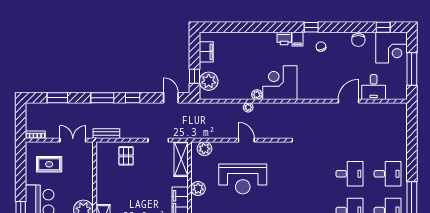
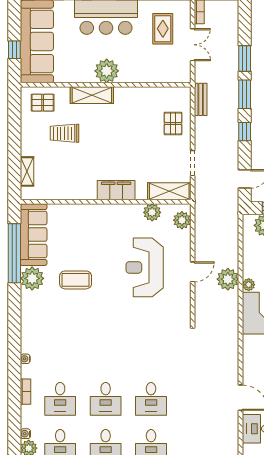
window: (57, 98) -> (245, 58), moved
plant: (248, 107) -> (228, 279), width x1.88, depth x1.88
double door: (73, 140) -> (193, 45), moved
pallet: (126, 156) -> (173, 123), turned 90
plant: (198, 189) -> (152, 212), moved

